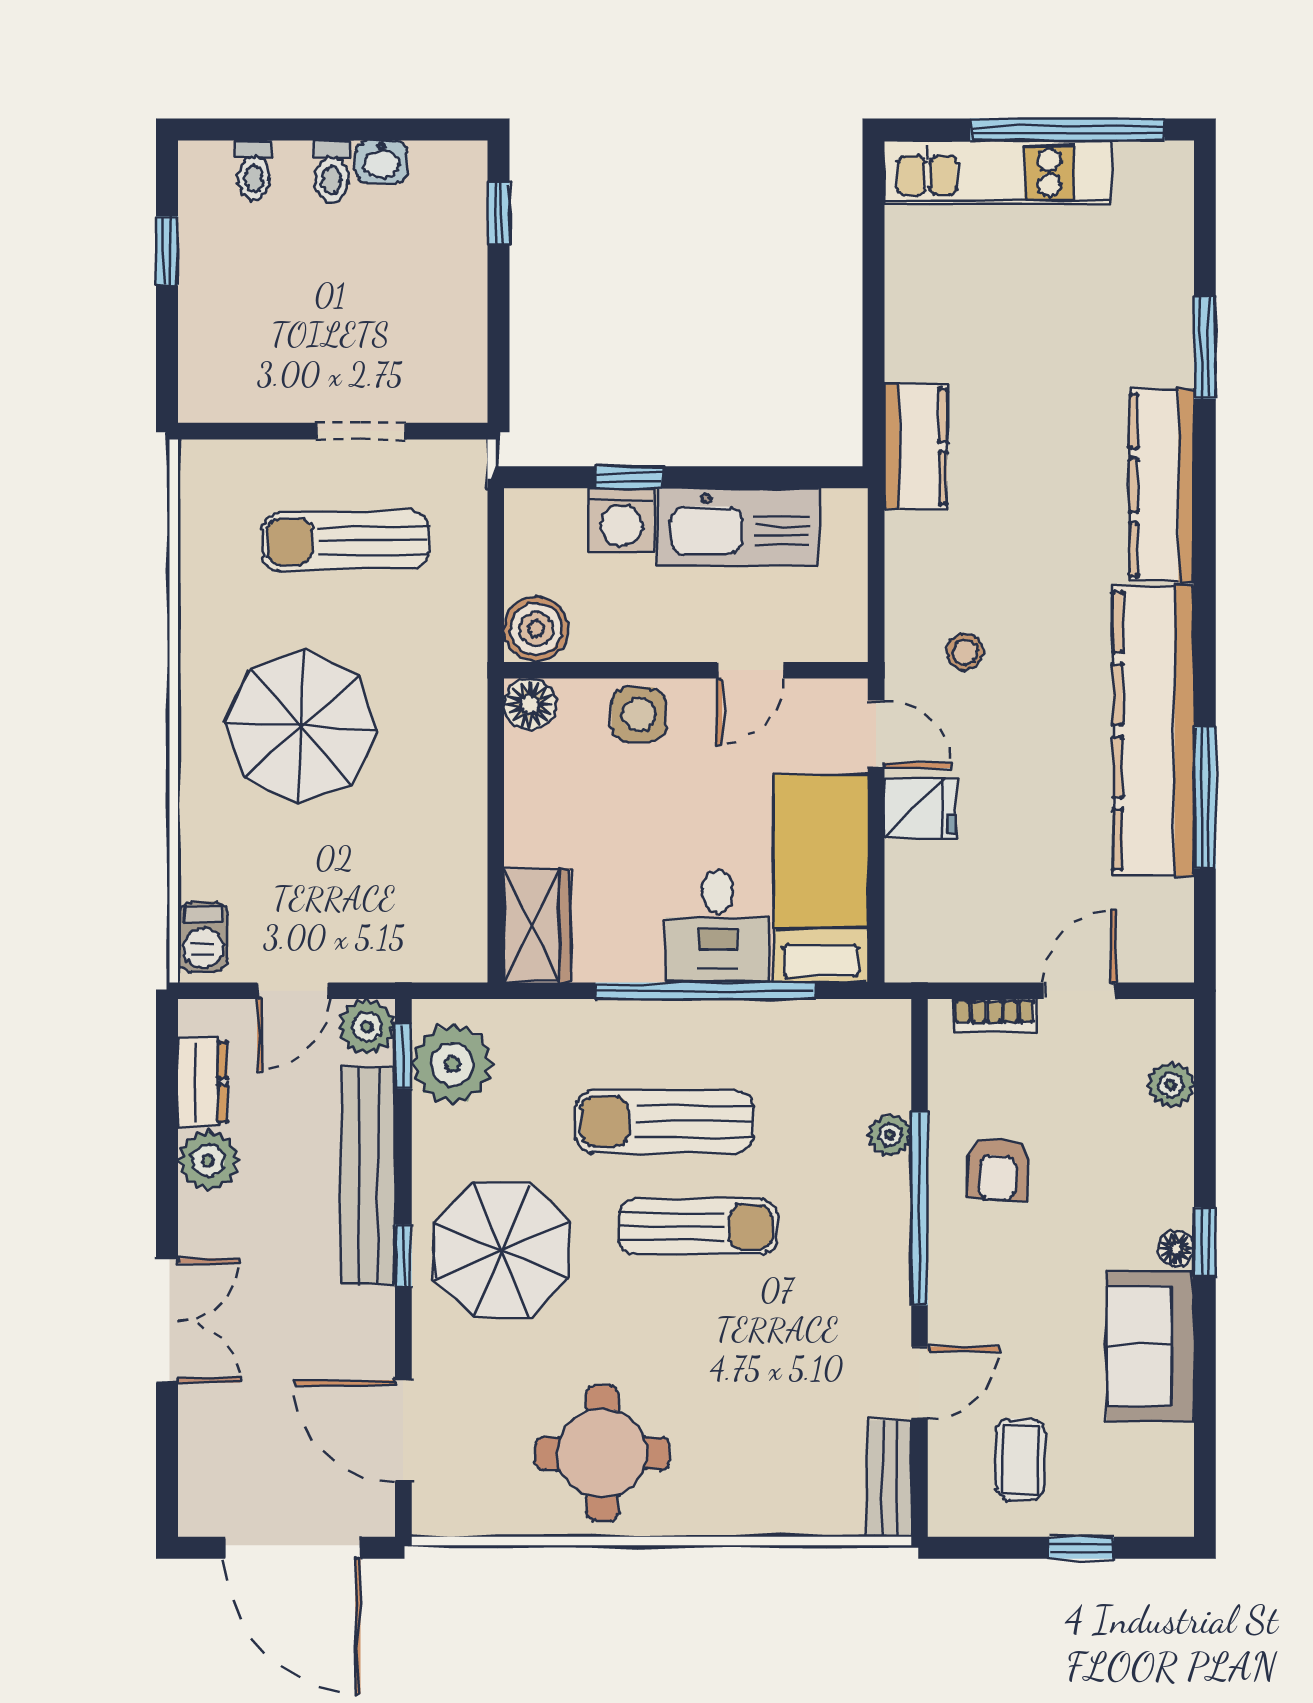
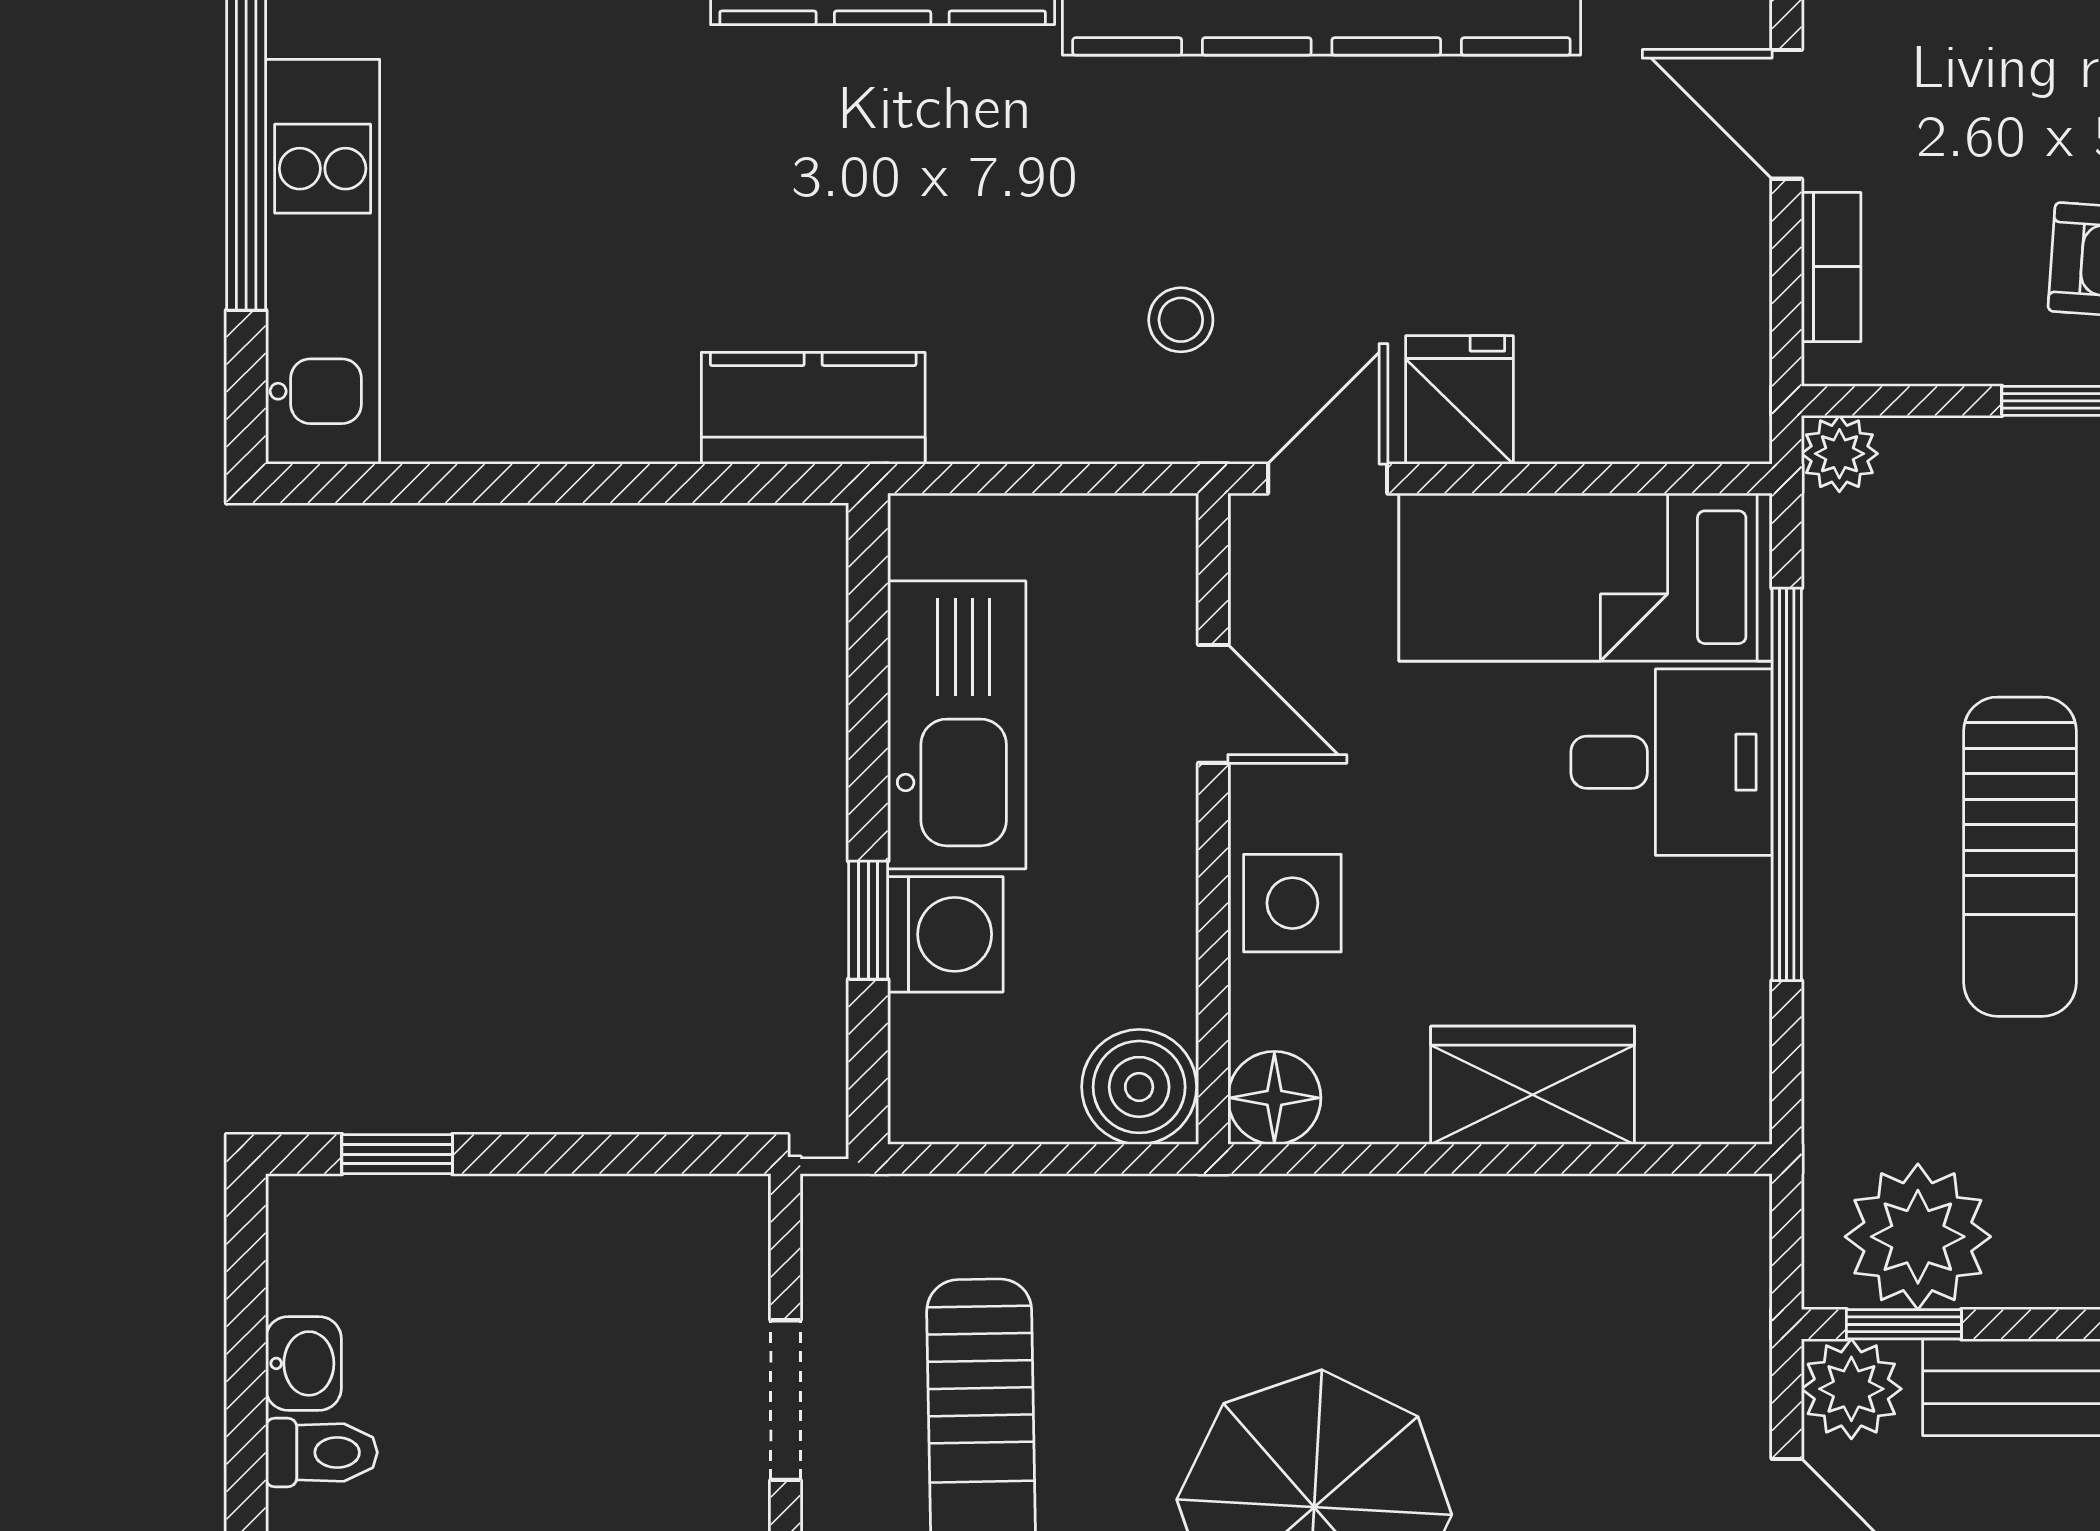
wardrobe: (537, 926) -> (1533, 1085), moved
plant: (890, 1135) -> (1839, 454), moved

